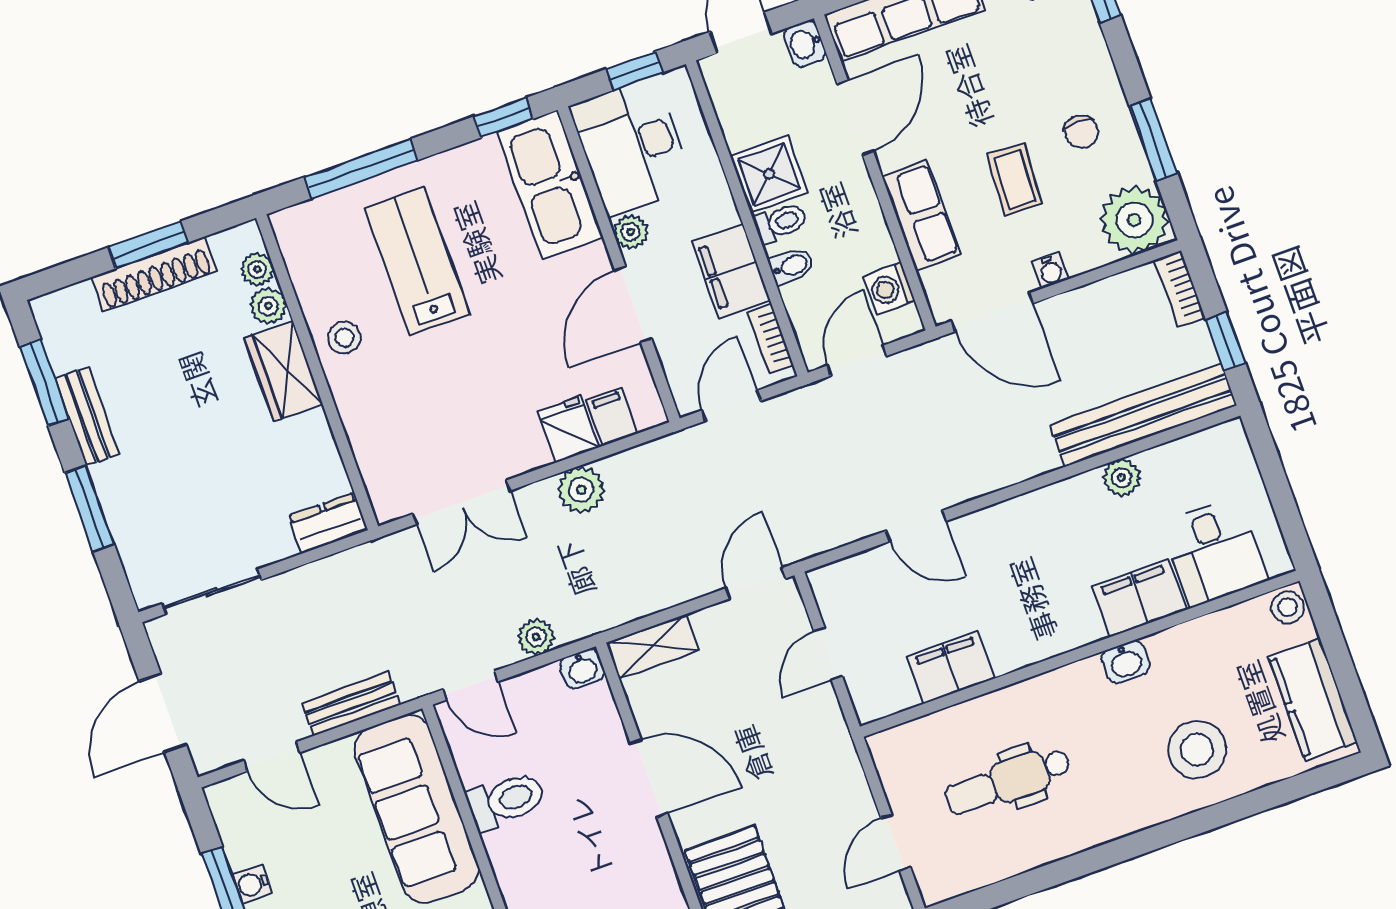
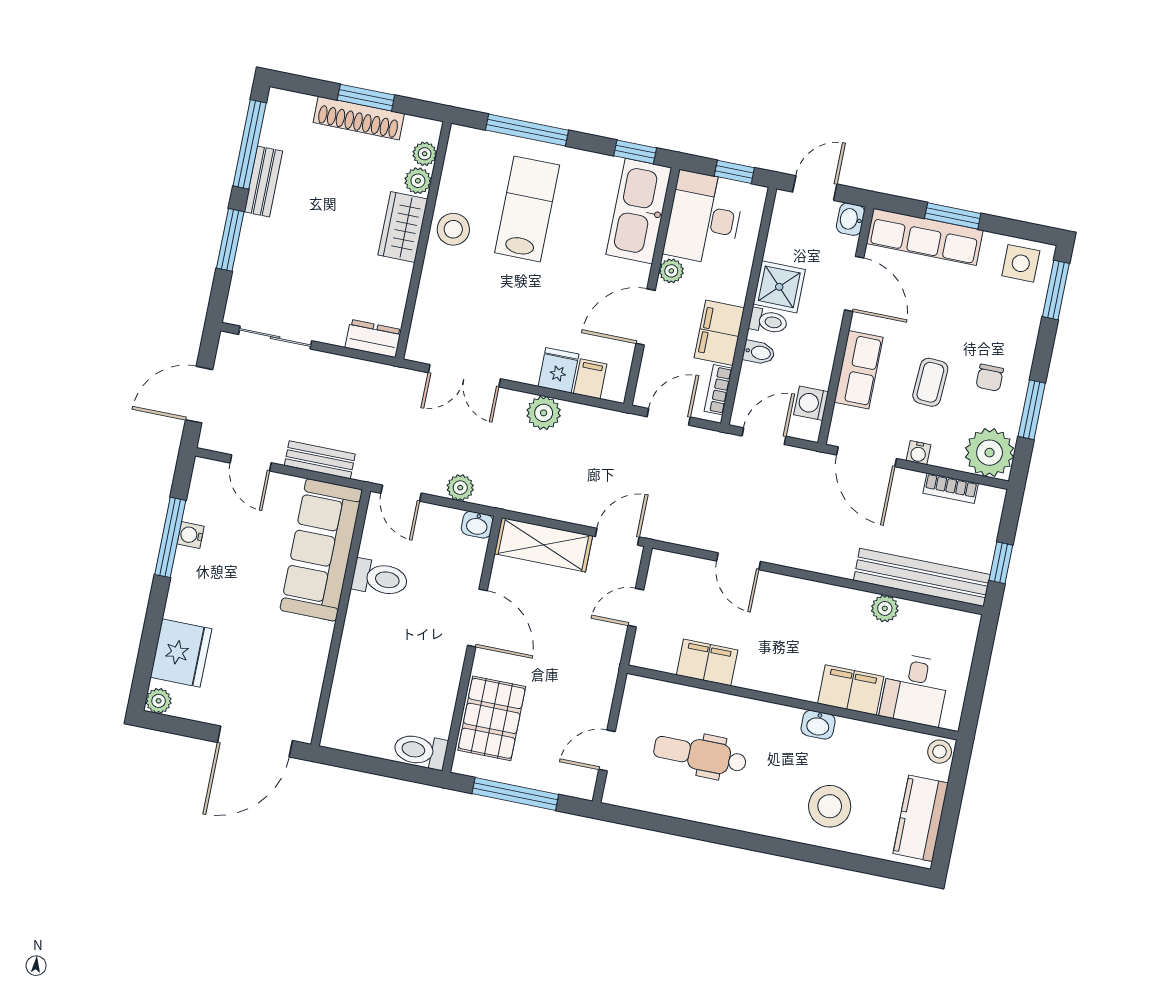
door: (855, 118) -> (854, 284), hinge flipped
bookcase: (1180, 289) -> (951, 488), moved, turned -90
stool: (345, 338) -> (453, 229), width x1.37, depth x1.37
window: (44, 383) -> (250, 144), width x1.44
shelving: (652, 646) -> (543, 545), width x1.50, depth x1.33

